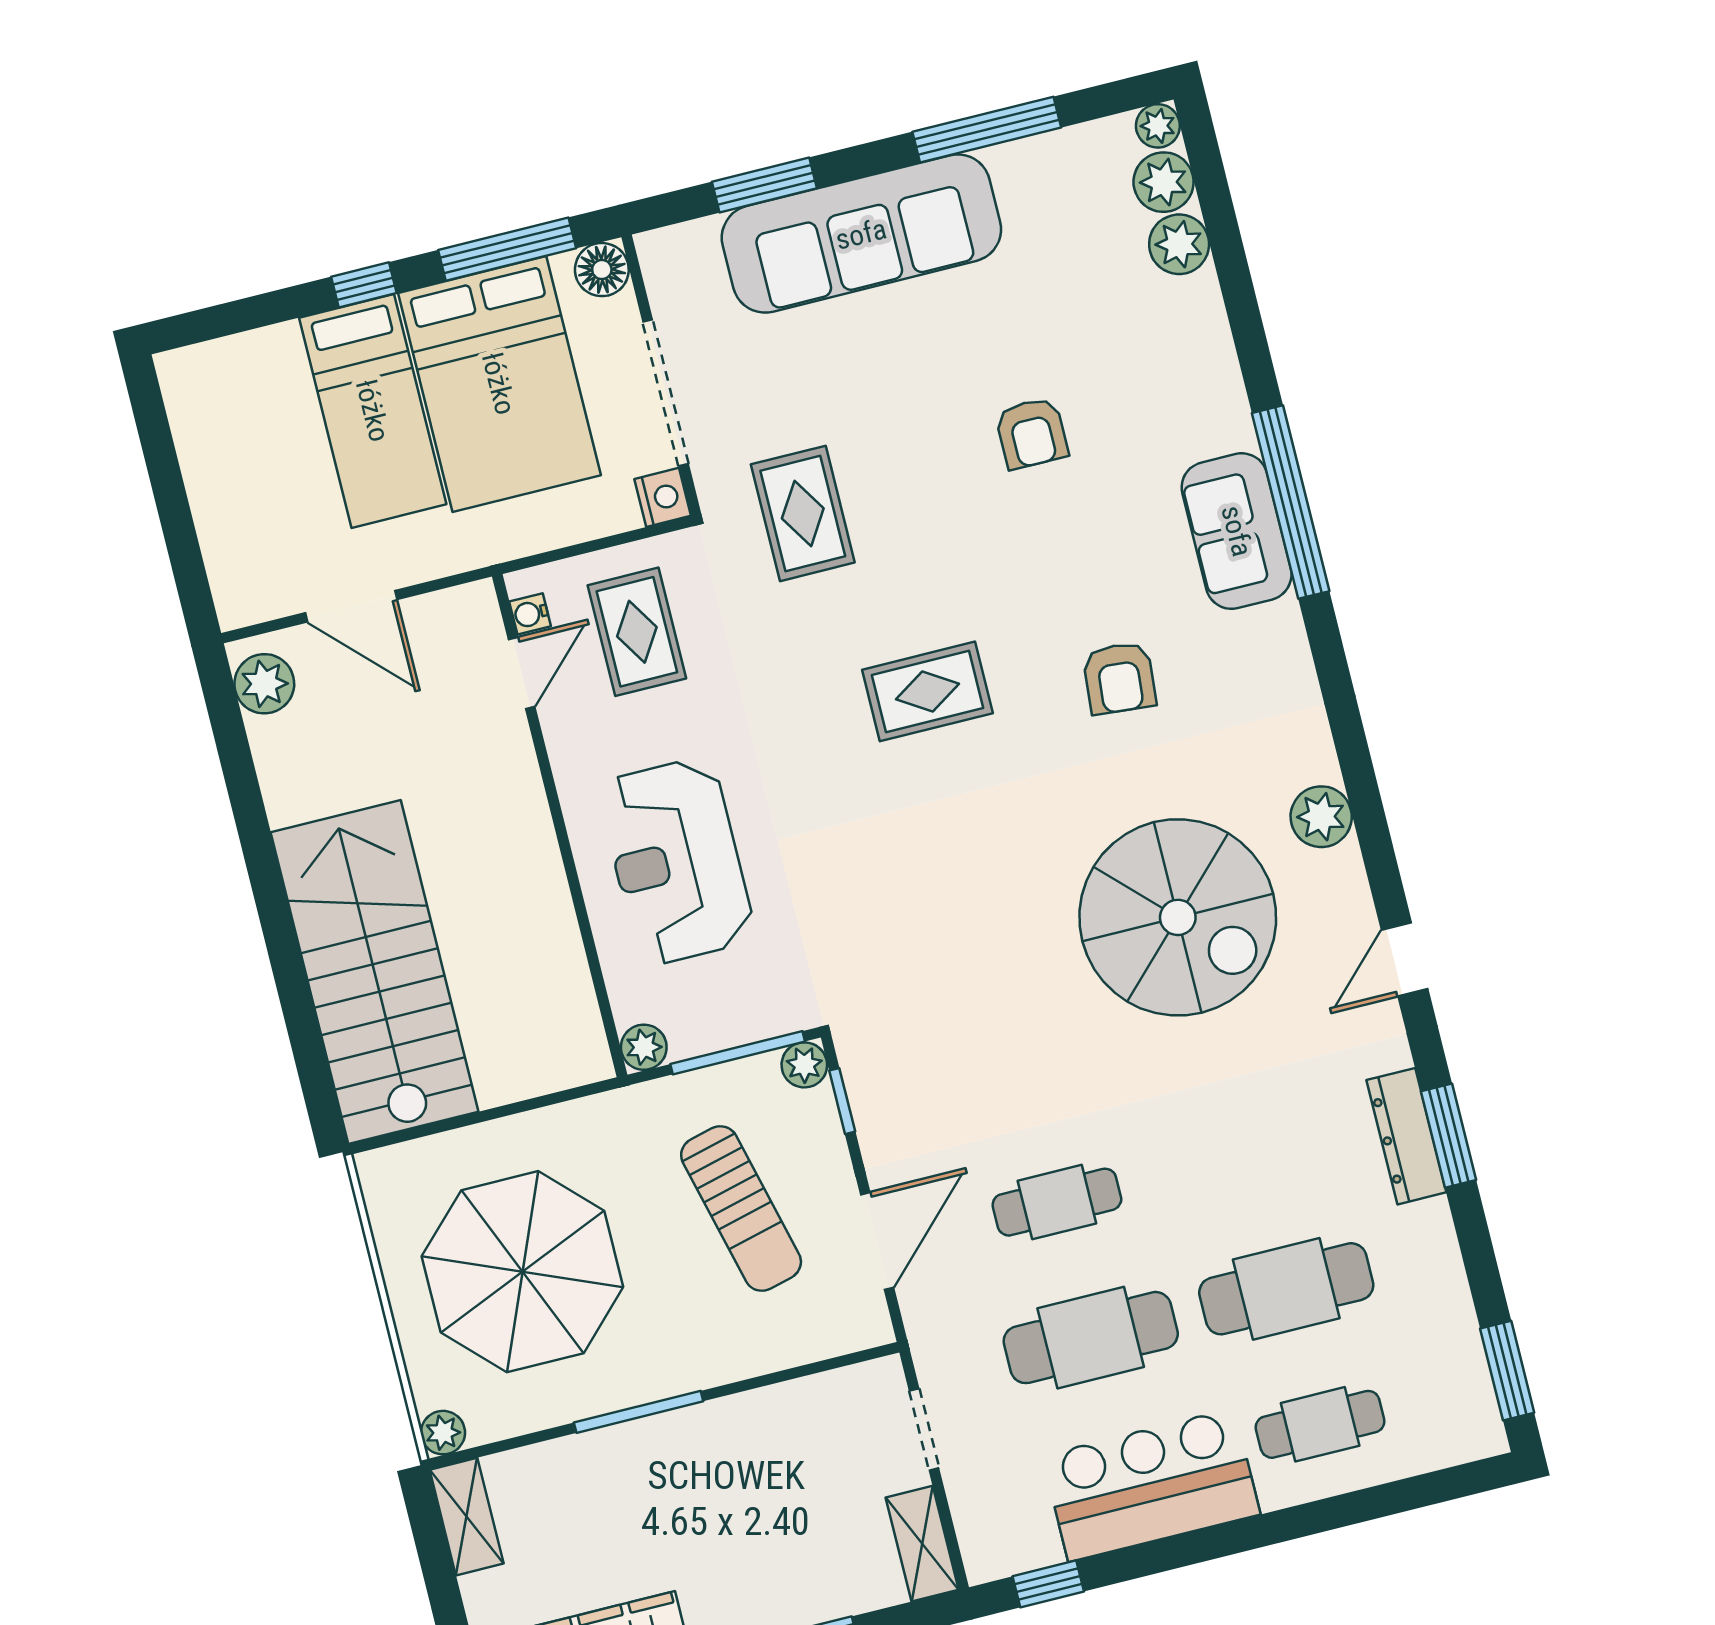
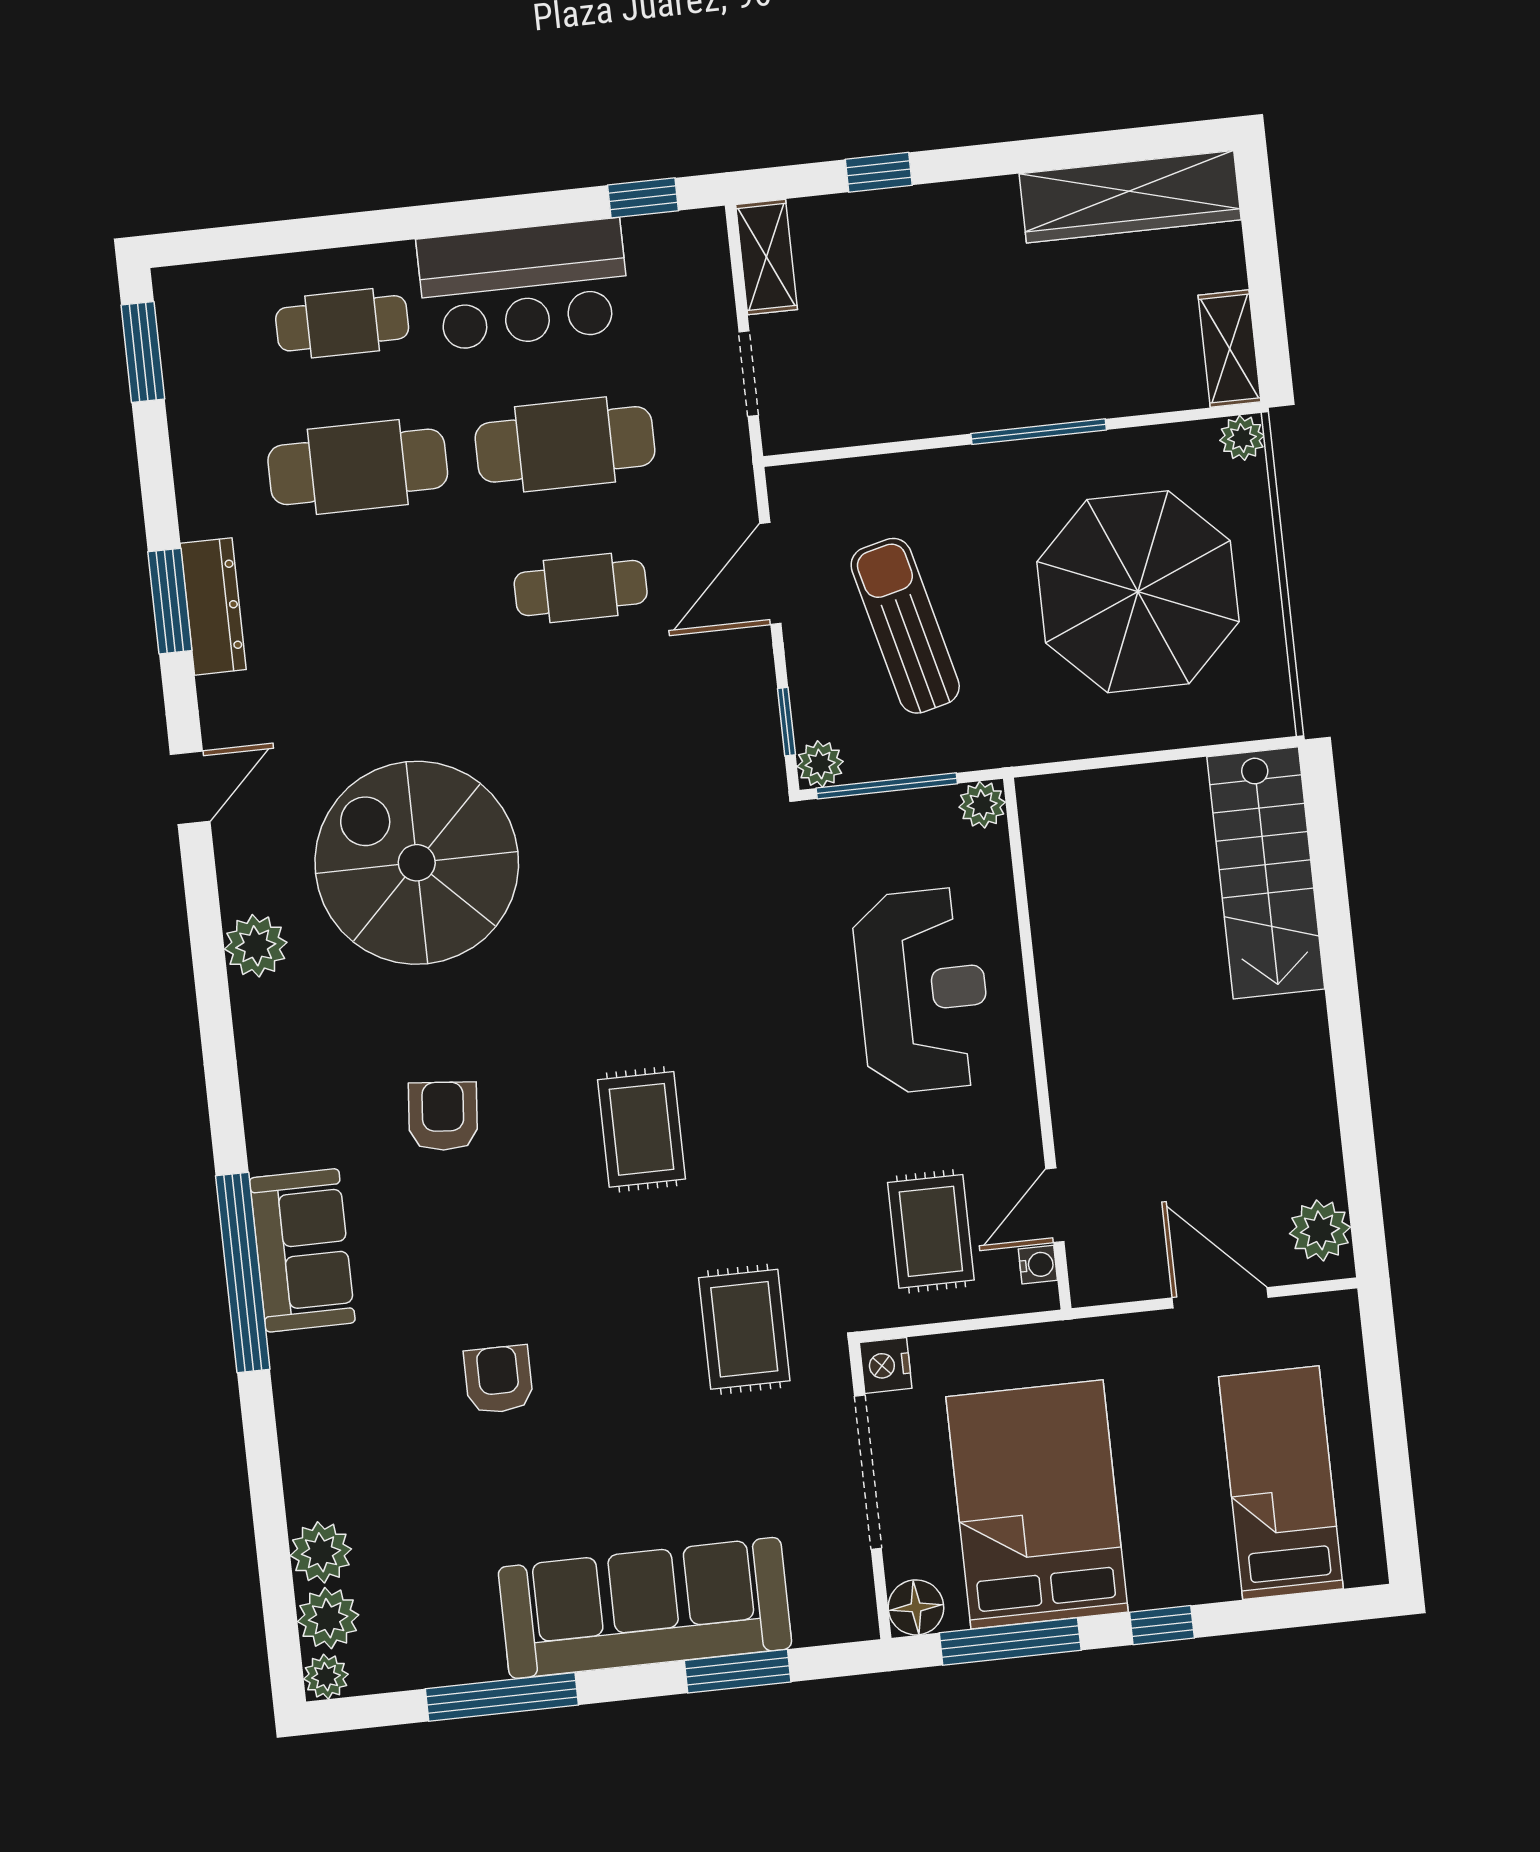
bed: (373, 411) -> (1281, 1483), moved
rug: (927, 691) -> (641, 1129), turned 90
stairs: (375, 972) -> (1266, 873), width x0.73, depth x0.66

